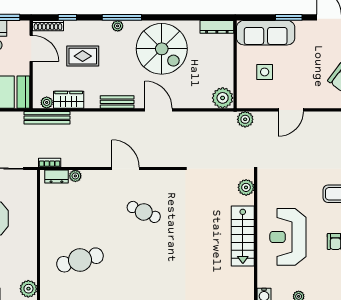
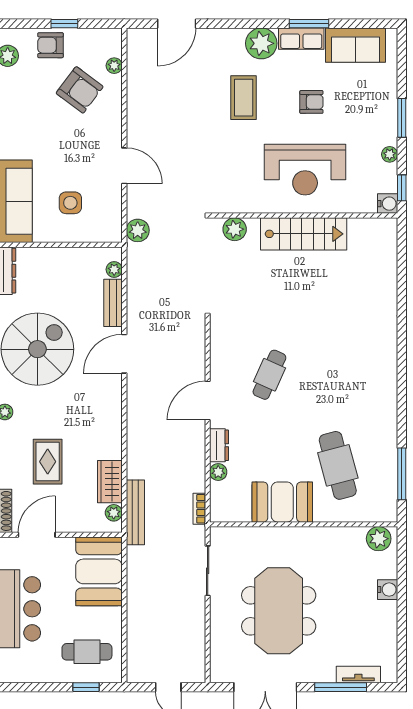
plant: (223, 98) -> (114, 269), width x0.53, depth x0.53
bench: (117, 102) -> (113, 303), moved
dresser: (56, 177) -> (219, 445), moved
booth: (54, 221) -> (282, 502), added

